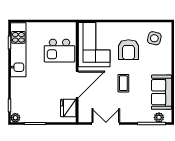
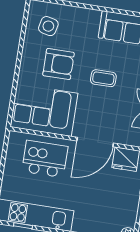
kitchen island: (59, 51) -> (45, 159), turned -90
door: (77, 84) -> (95, 142), swing flipped

